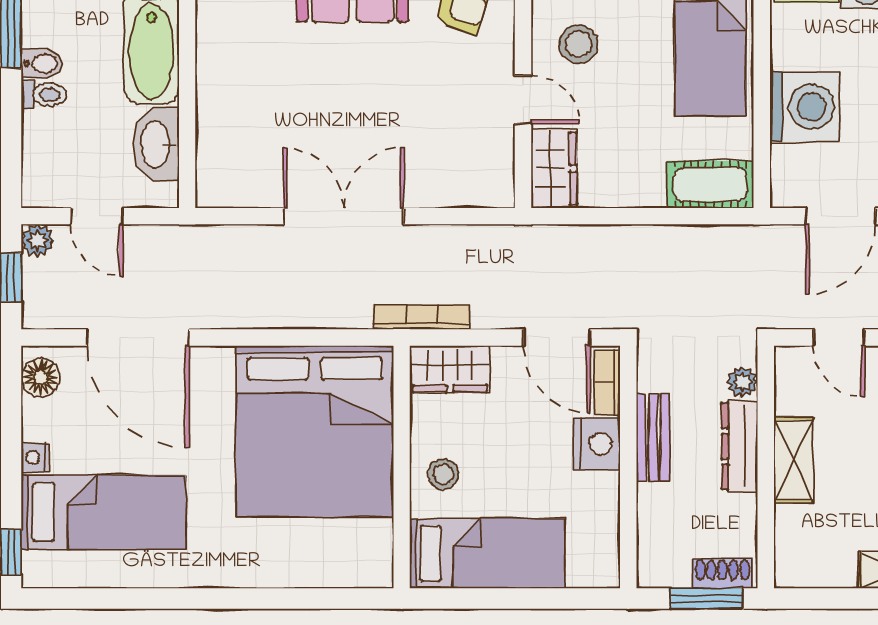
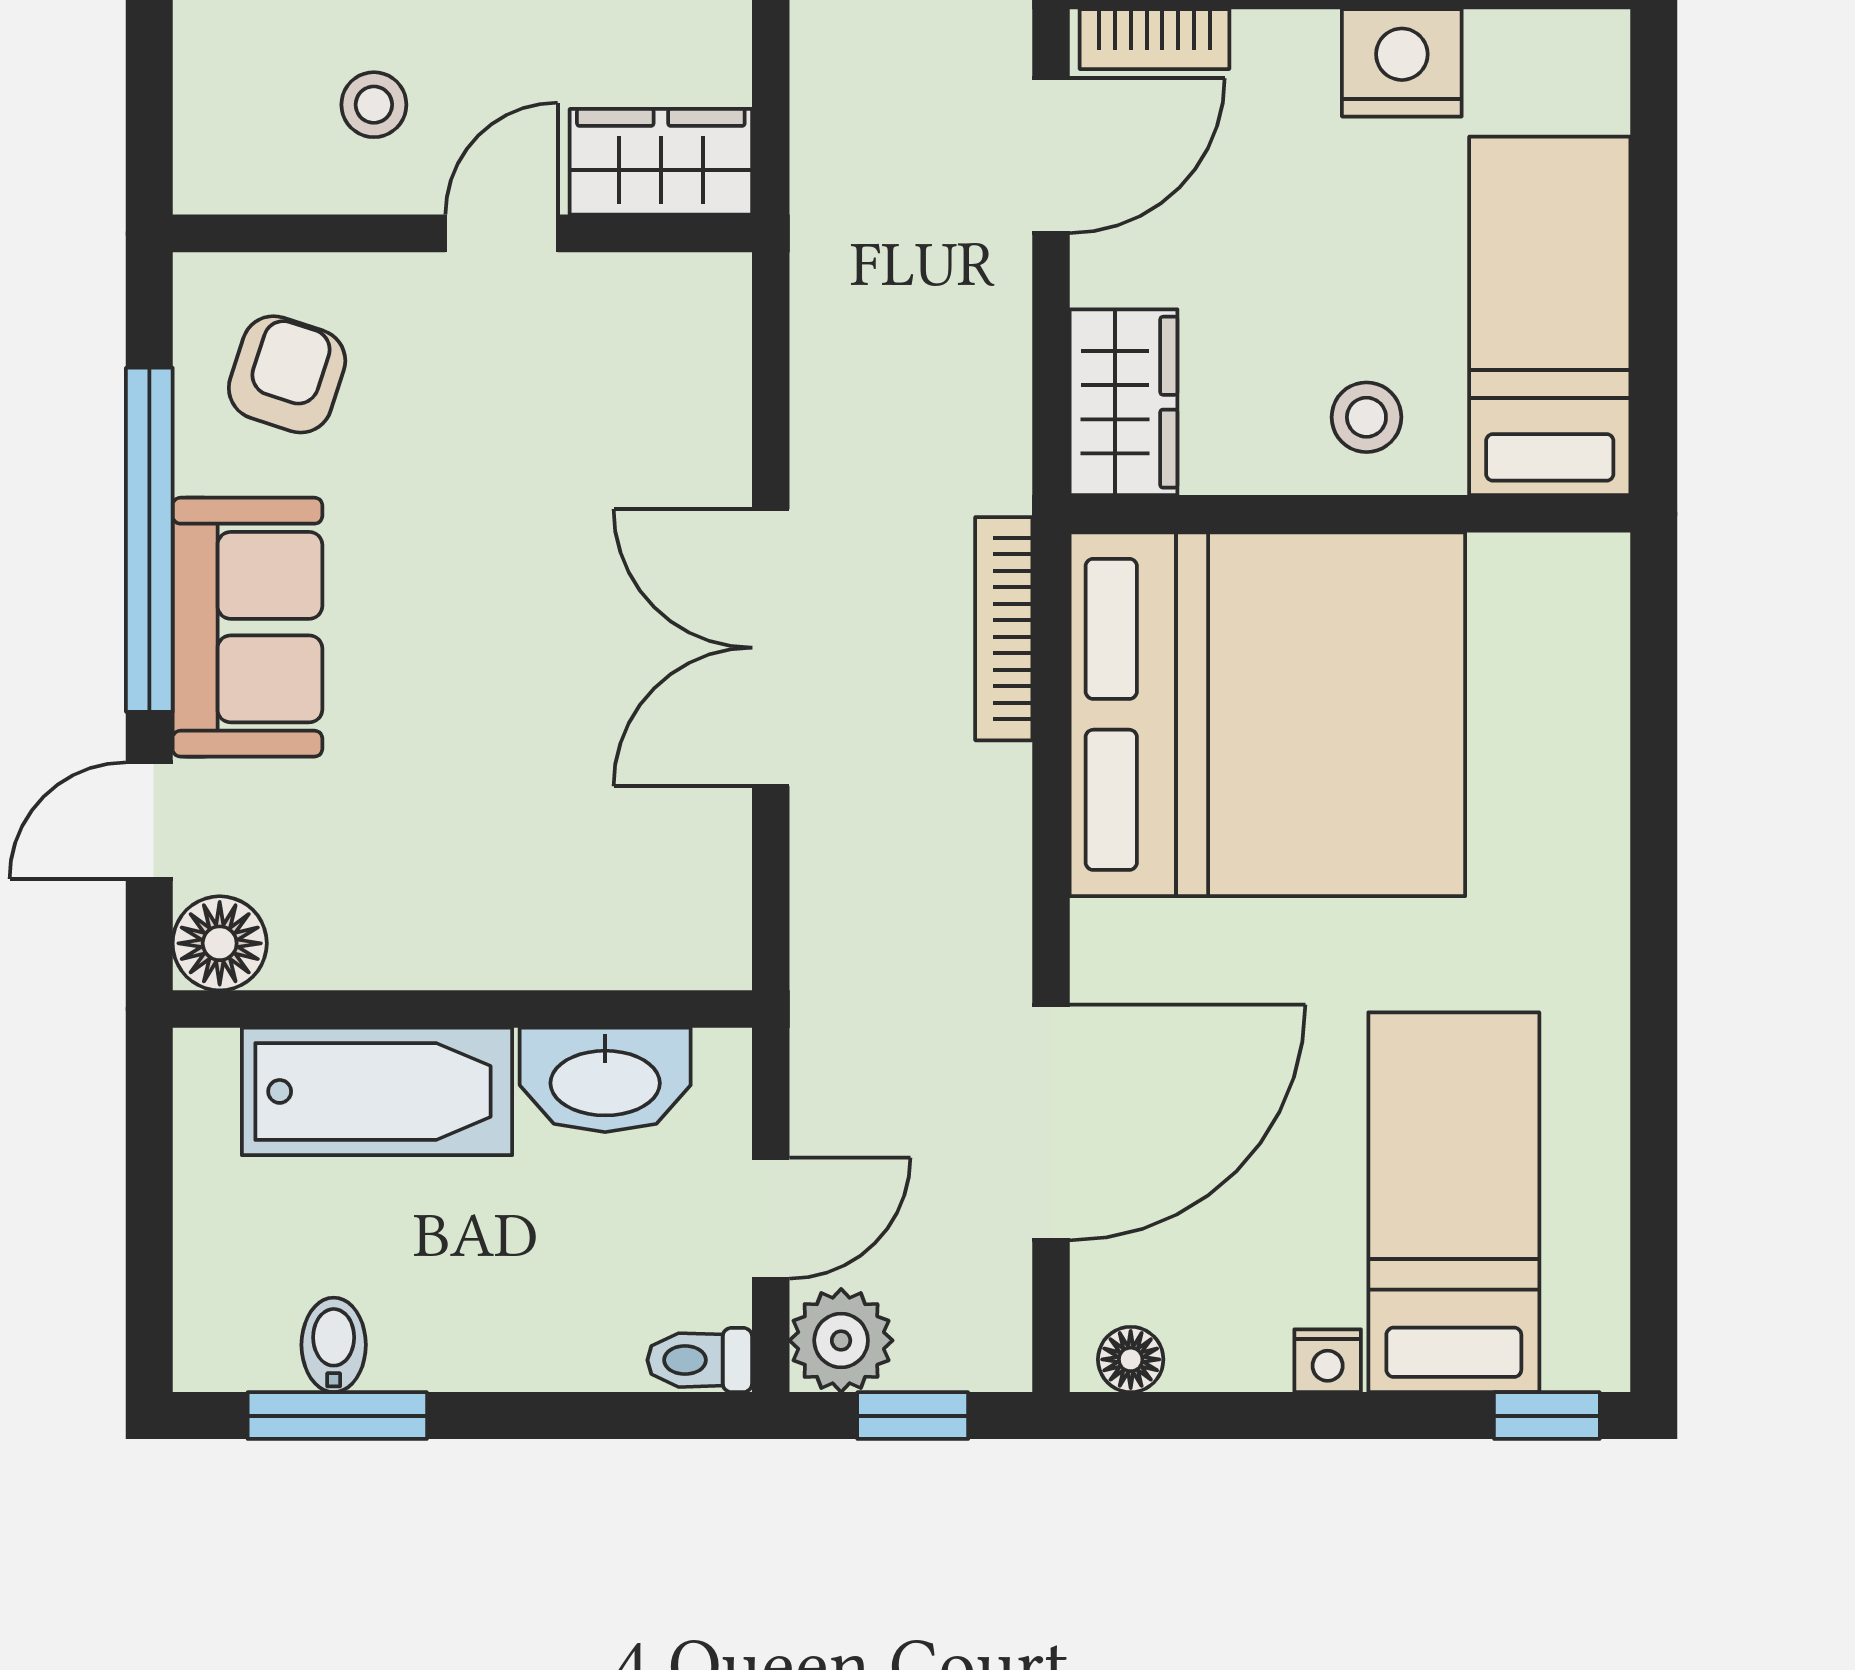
stool: (579, 44) -> (374, 105), width x0.73, depth x0.73
bidet: (42, 64) -> (334, 1345), moved
toilet: (44, 95) -> (700, 1360), moved, turned -90
plant: (38, 240) -> (841, 1340), width x1.38, depth x1.38
bookcase: (421, 317) -> (1004, 629), moved
floor lamp: (41, 377) -> (1131, 1359), width x0.73, depth x0.73
nightstand: (597, 444) -> (1402, 63), moved

